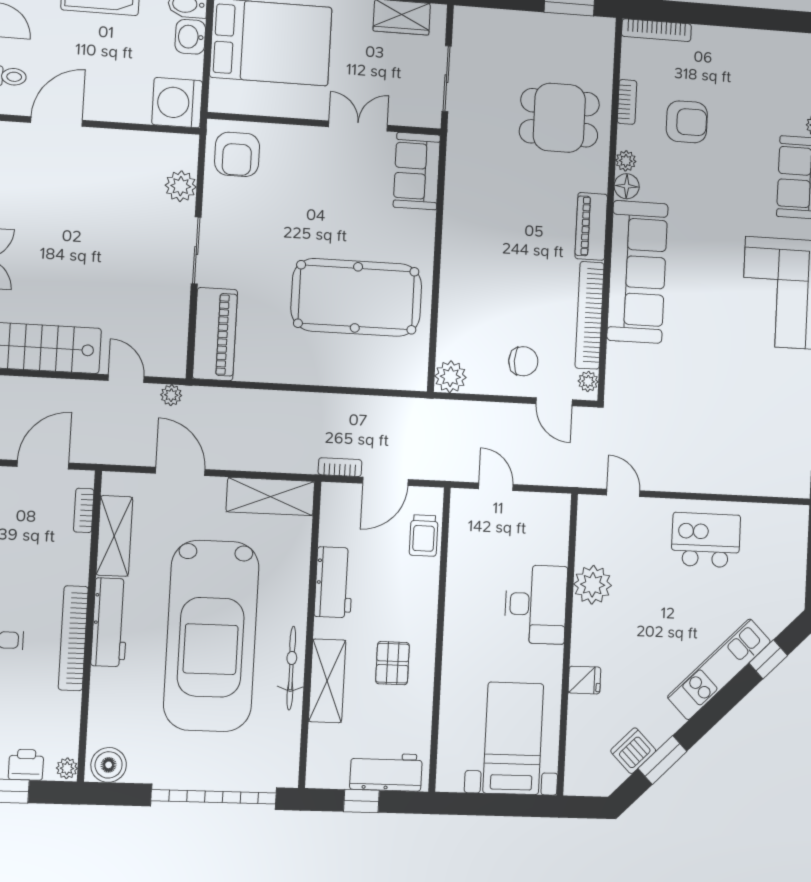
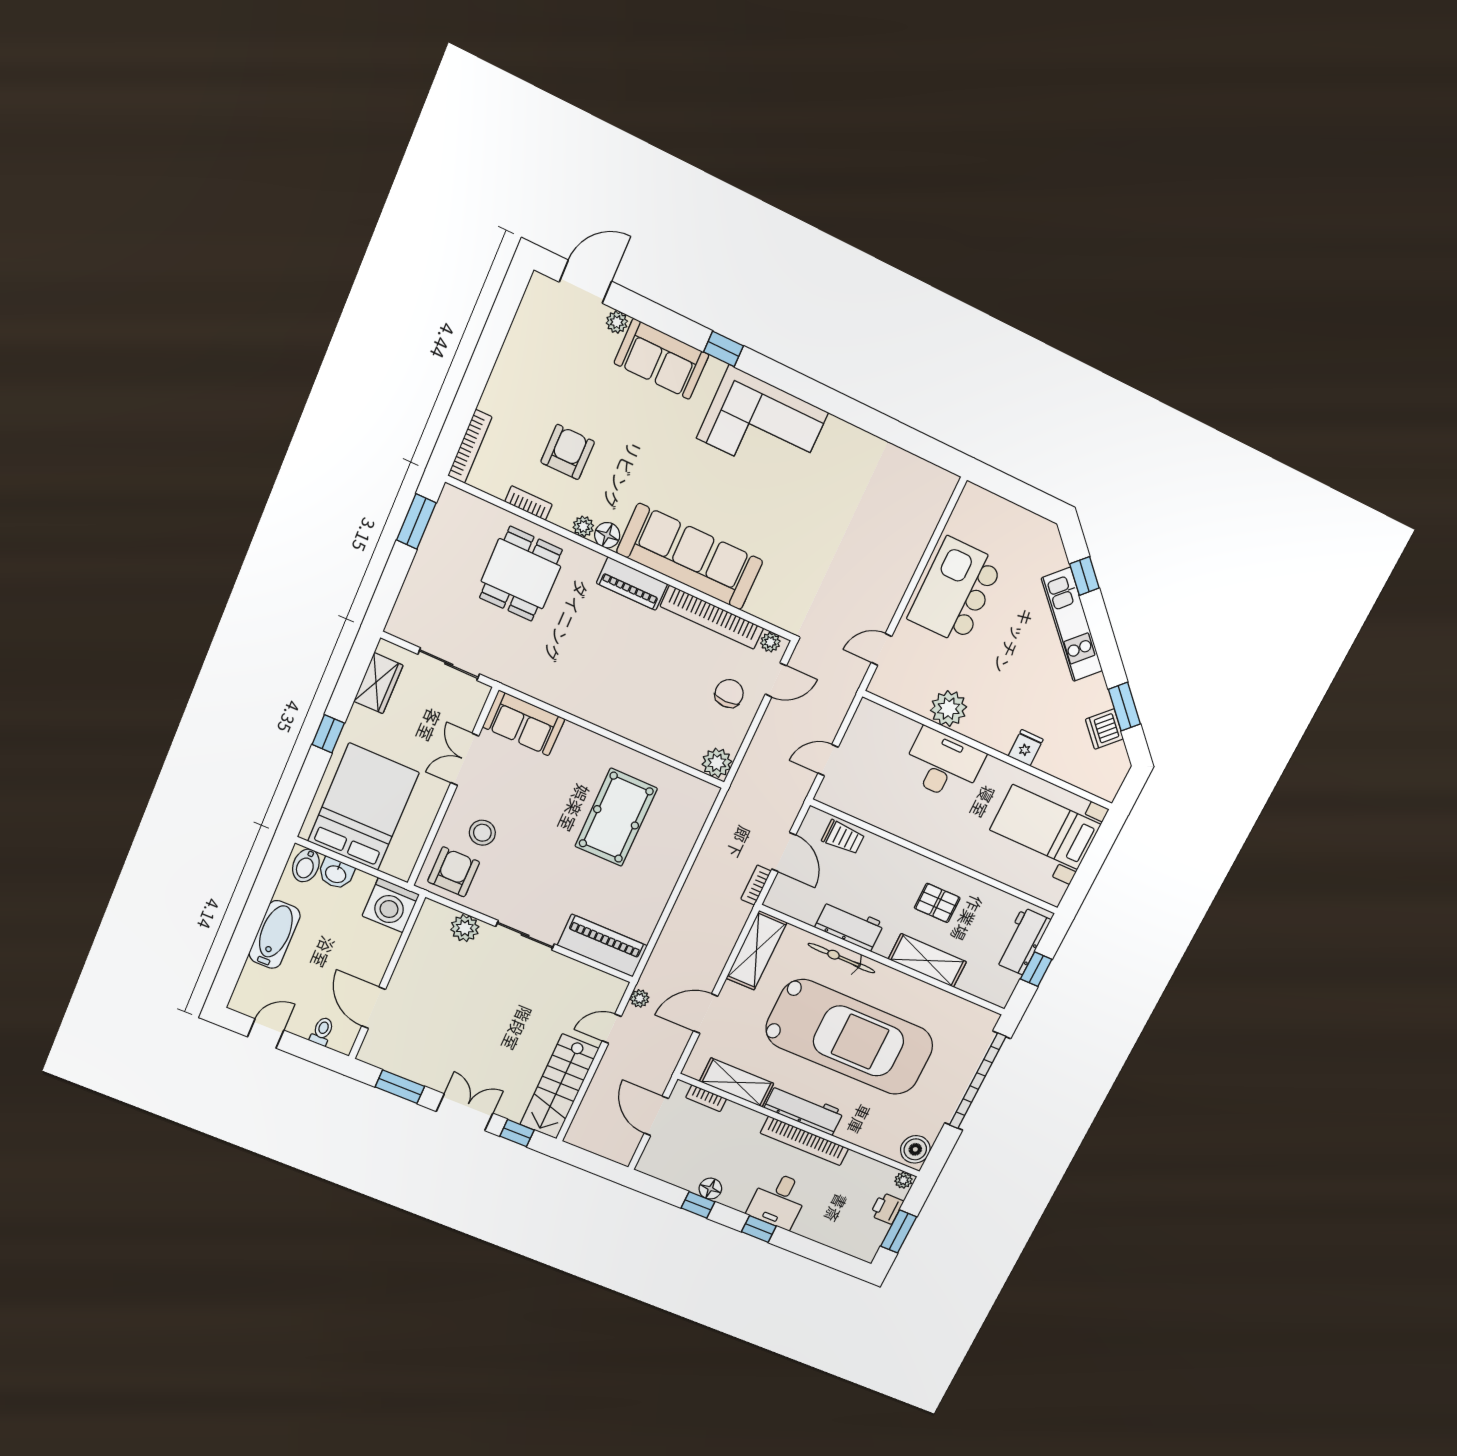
armchair: (237, 154) -> (454, 872), turned -90
stool: (289, 169) -> (482, 833), added
pool table: (356, 297) -> (616, 817), width x0.73, depth x0.76
kitchen island: (706, 540) -> (955, 591), width x1.37, depth x1.28
bicycle: (291, 668) -> (842, 958), moved

